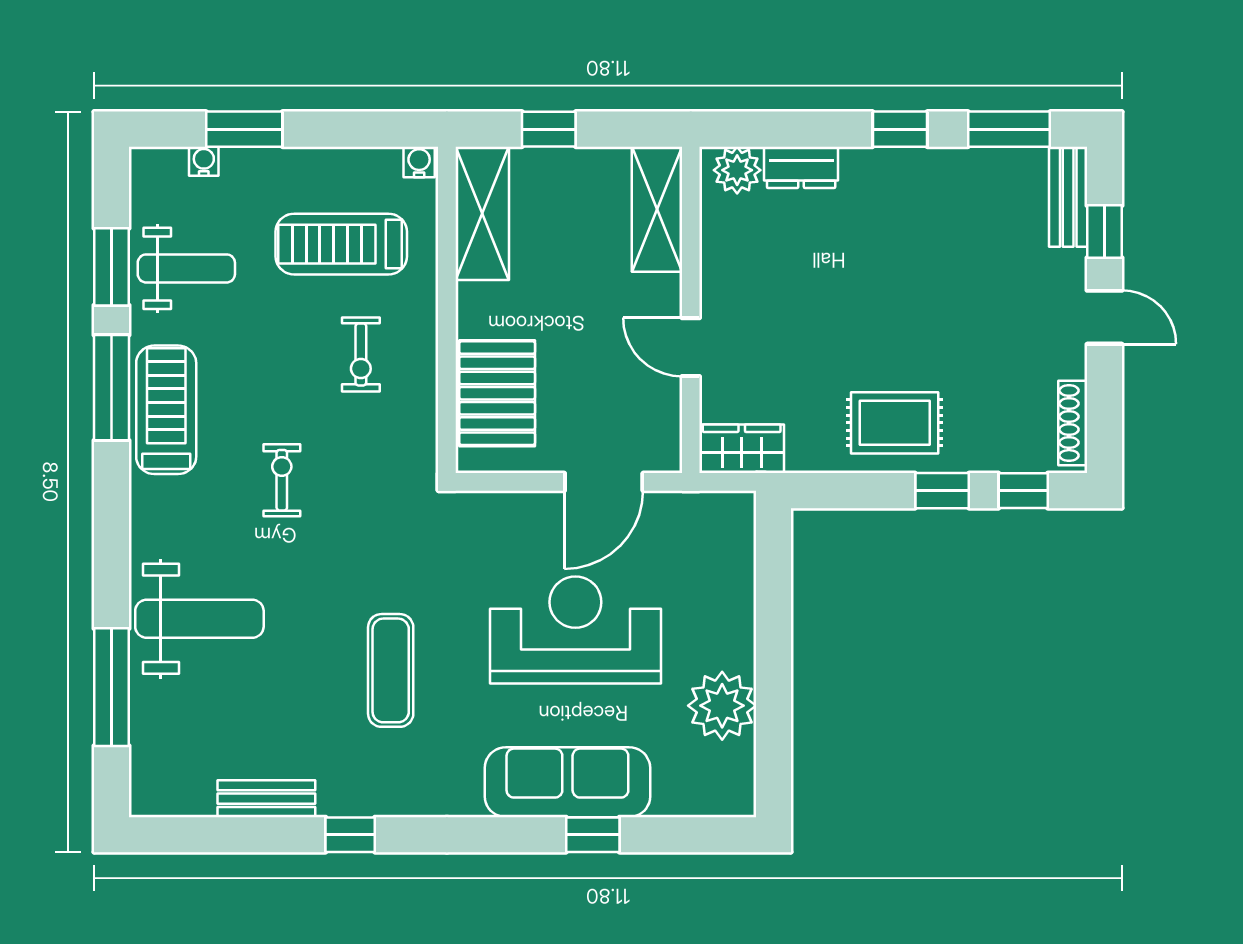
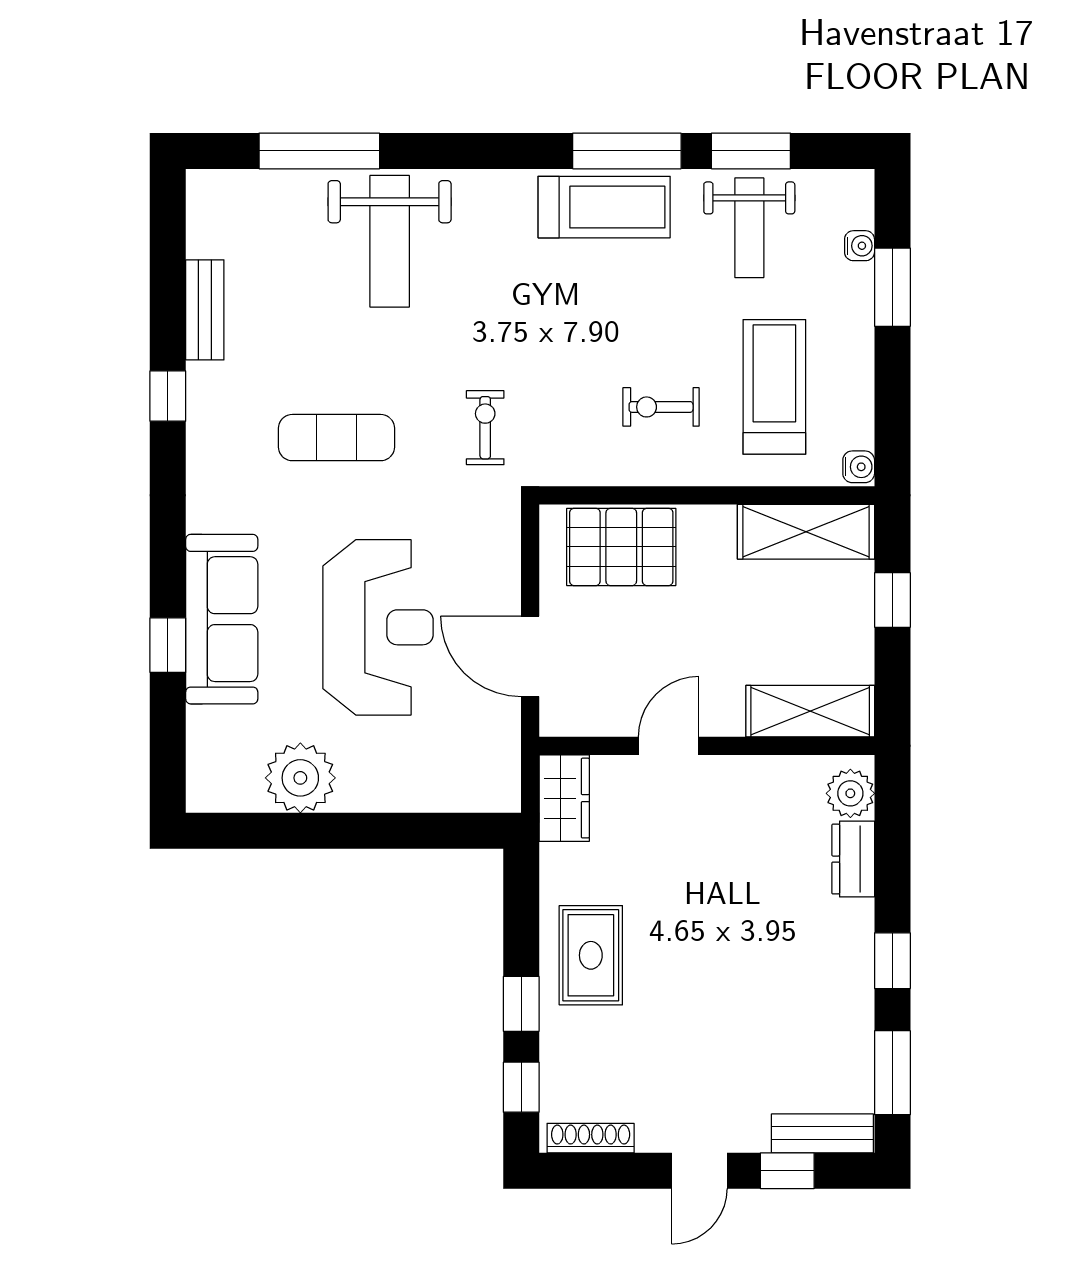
exercise bike: (282, 480) -> (485, 428), moved, turned -90

